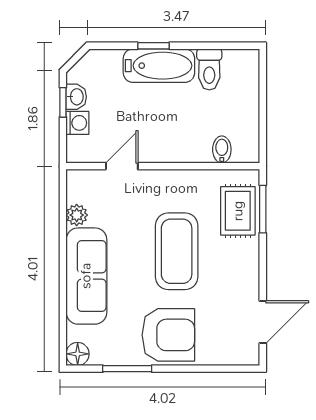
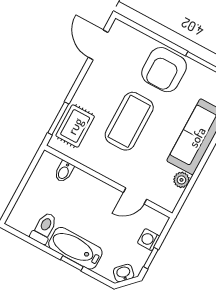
washbasin: (76, 97) -> (124, 273), moved, turned 45
door: (263, 322) -> (98, 45), hinge flipped
armchair: (168, 335) -> (164, 70), turned -90

